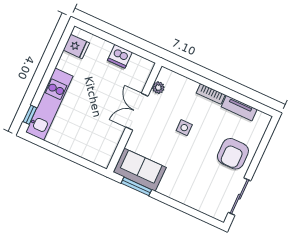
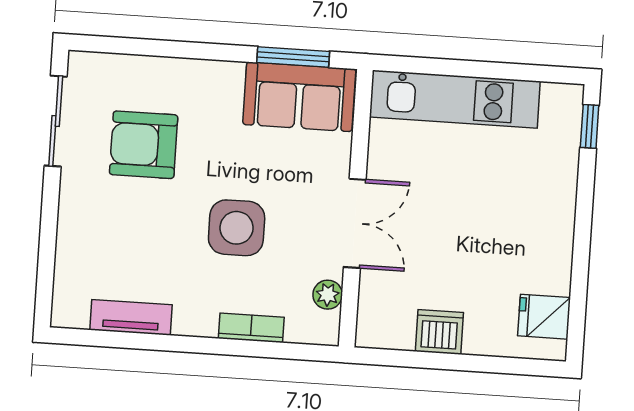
bookcase: (211, 94) -> (251, 328), moved
kitchen unit: (49, 104) -> (455, 99), moved, turned -90
side table: (184, 128) -> (237, 228), width x1.87, depth x1.87
armchair: (233, 154) -> (144, 145), moved, turned -90

